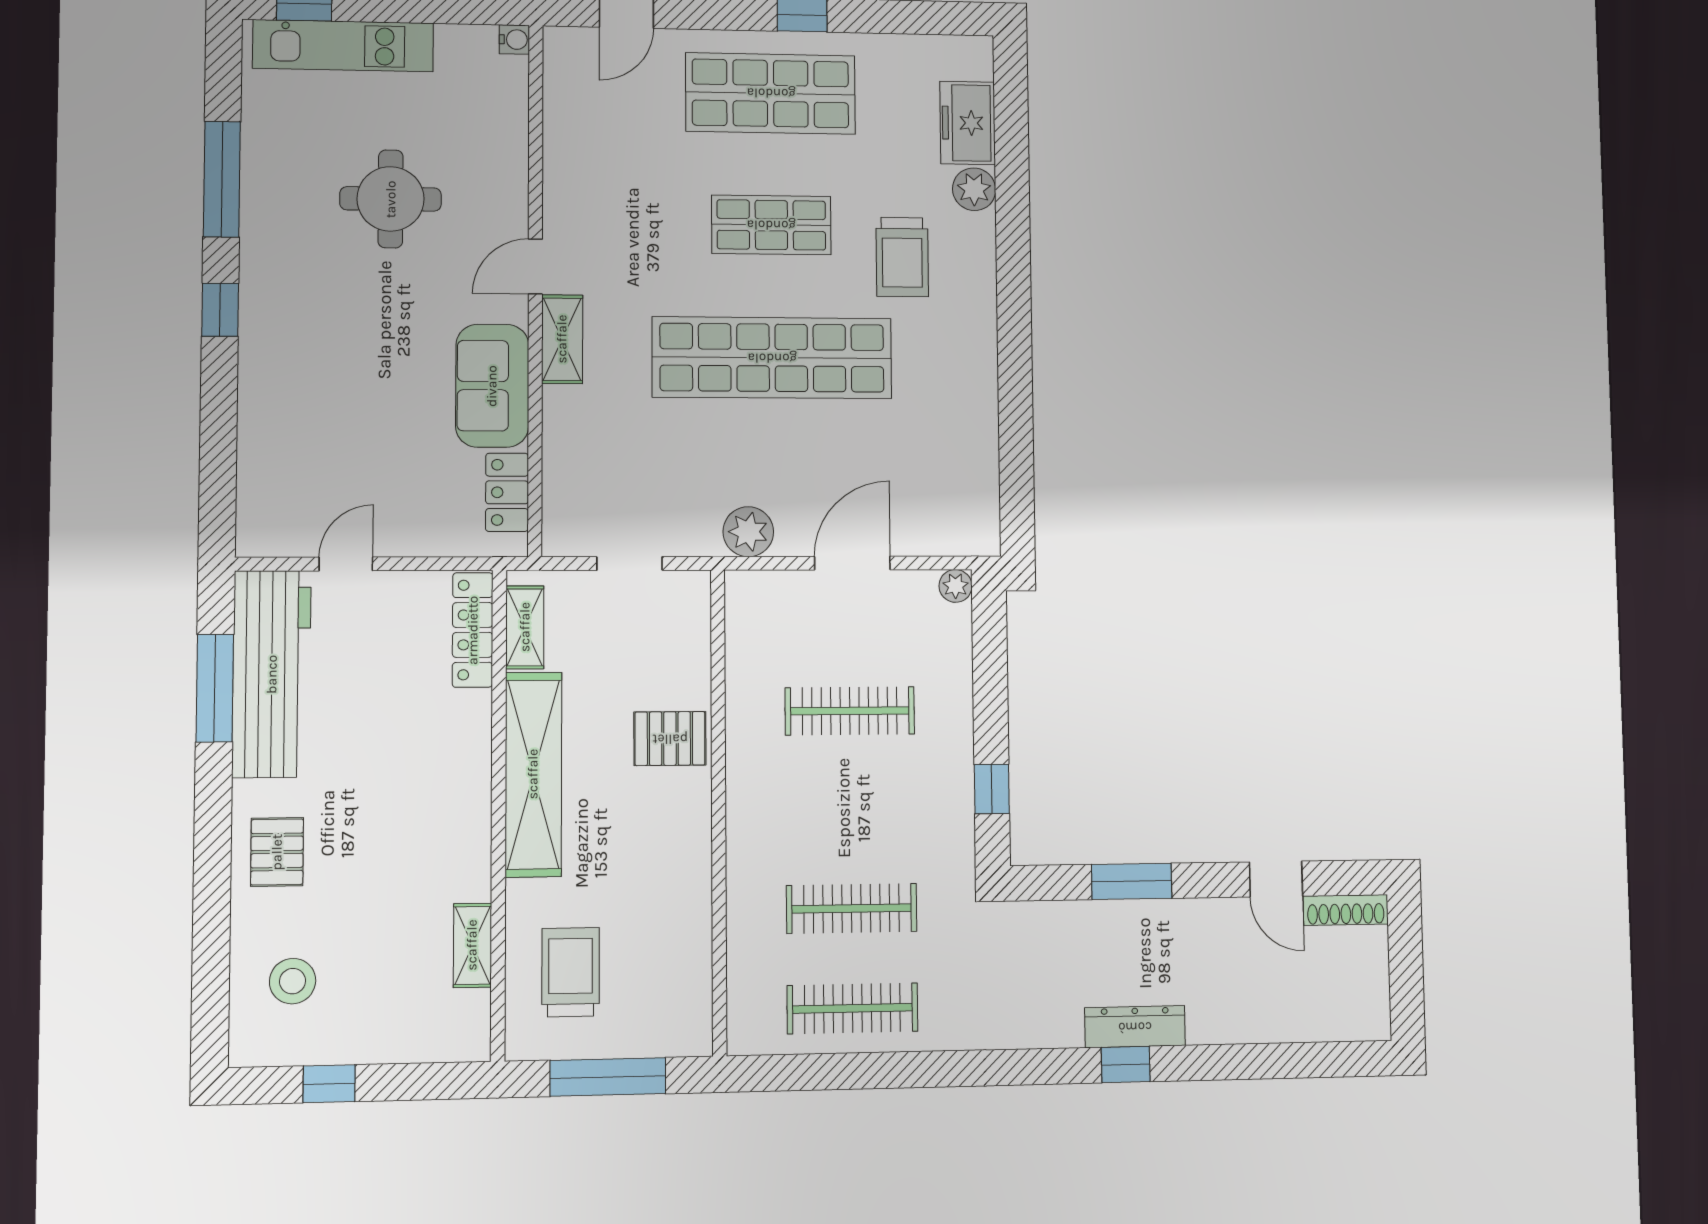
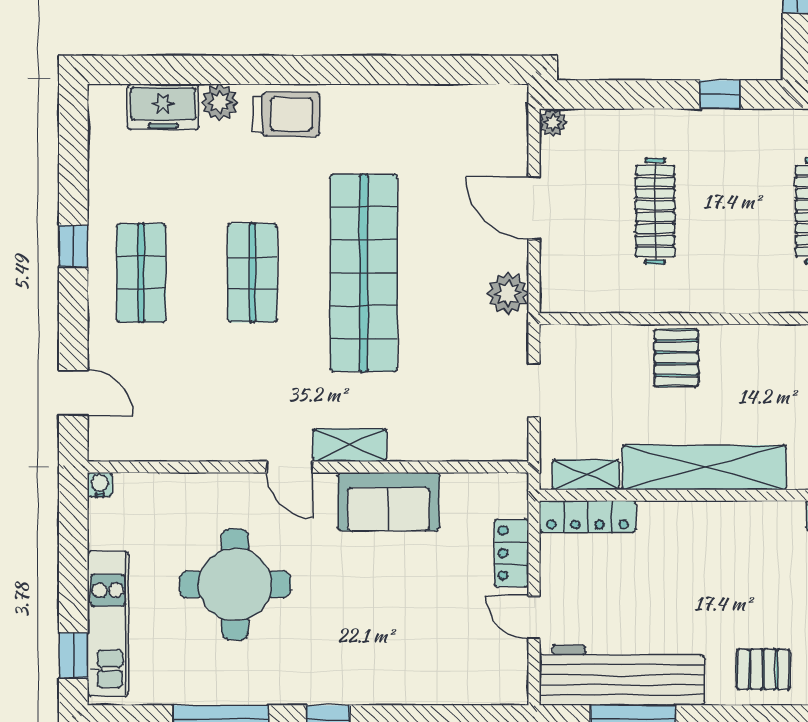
shop shelf: (771, 93) -> (141, 273), width x0.70, depth x0.74
round table: (391, 199) -> (235, 584), width x1.36, depth x1.36
trolley: (902, 257) -> (287, 114), moved
locker: (507, 492) -> (512, 553), moved, turned 90

